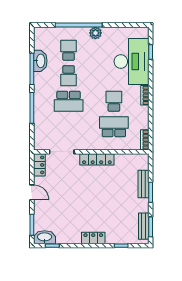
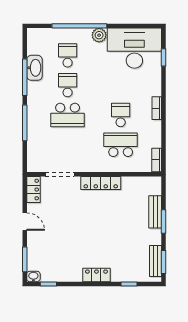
desk: (131, 61) -> (134, 48), moved, turned -90
school desk: (69, 76) -> (68, 85), turned 180
washbasin: (45, 237) -> (33, 276), width x0.52, depth x0.69

